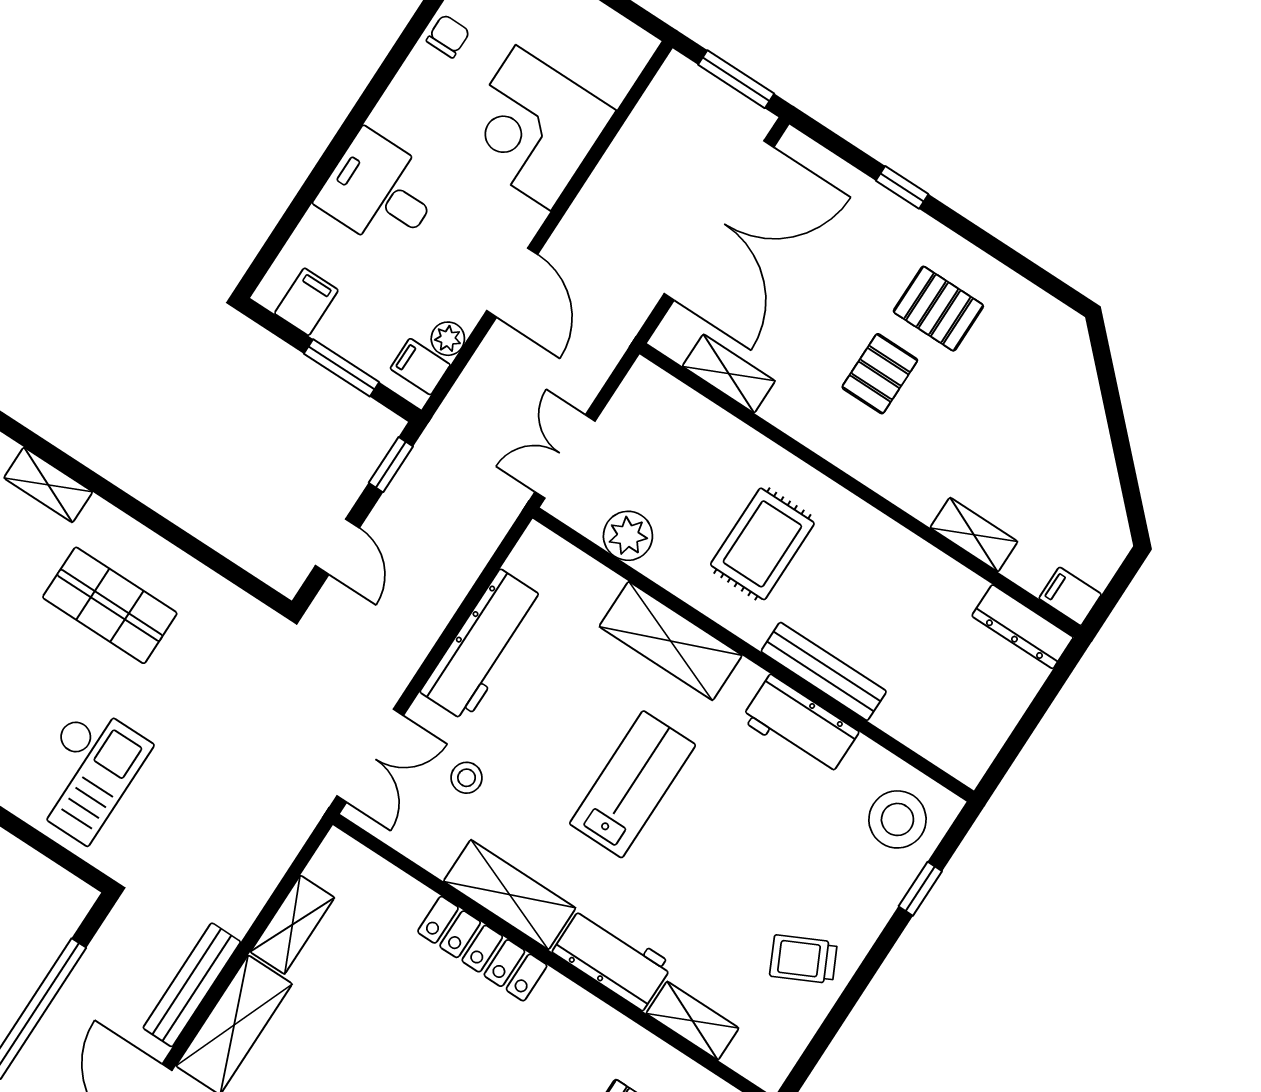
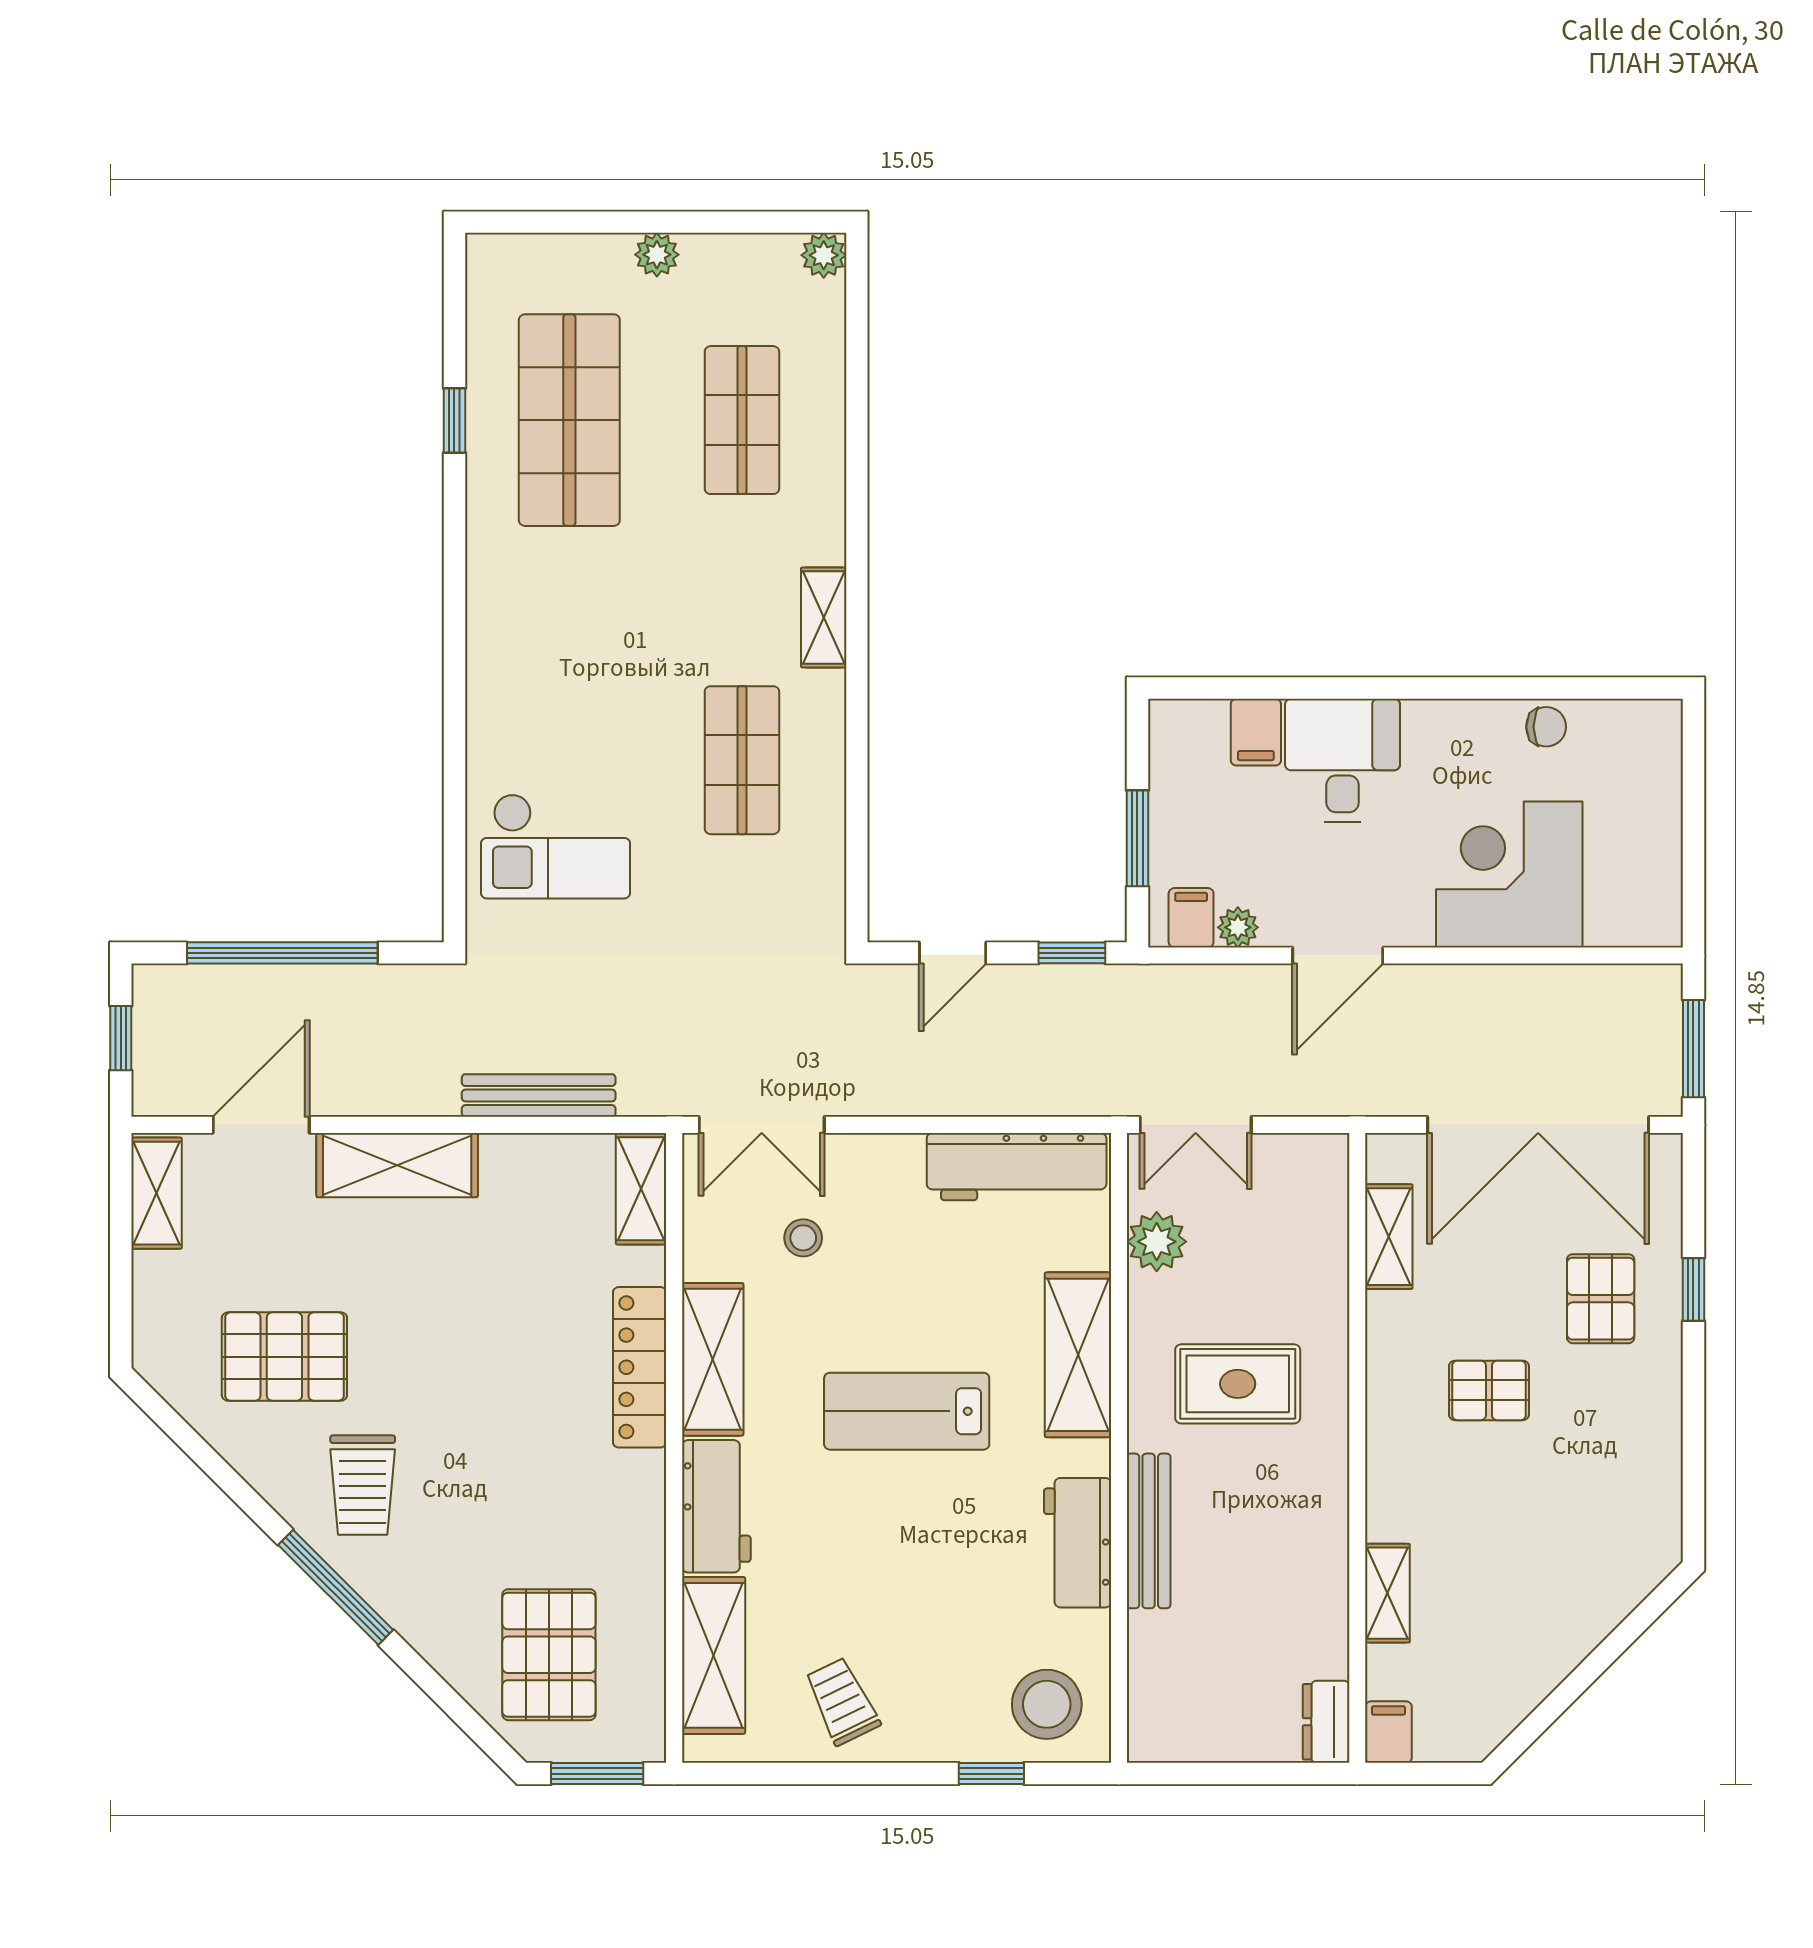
filing cabinet: (306, 302) -> (1256, 732), moved, turned 90
pallet: (938, 309) -> (1601, 1299), moved
double door: (565, 457) -> (1196, 1125), swing flipped
dresser: (1023, 627) -> (1326, 1722), width x0.70
workbench: (483, 645) -> (1017, 1167), moved
lab bench: (633, 784) -> (907, 1411), turned 180
shelving: (292, 925) -> (641, 1189), moved, turned 90
bench: (192, 985) -> (539, 1096), moved
shelving: (692, 1021) -> (714, 1655), width x1.50, depth x1.33

